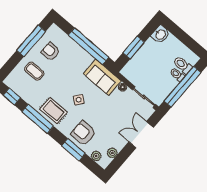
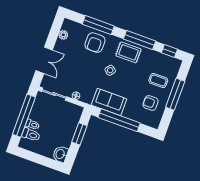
window: (31, 41) -> (175, 94), moved
armchair: (51, 51) -> (151, 103), turned 180
sofa: (102, 77) -> (109, 102), moved
armchair: (83, 133) -> (95, 43), turned 90
window: (73, 150) -> (98, 25), width x1.44
plant: (96, 156) -> (76, 27), removed

